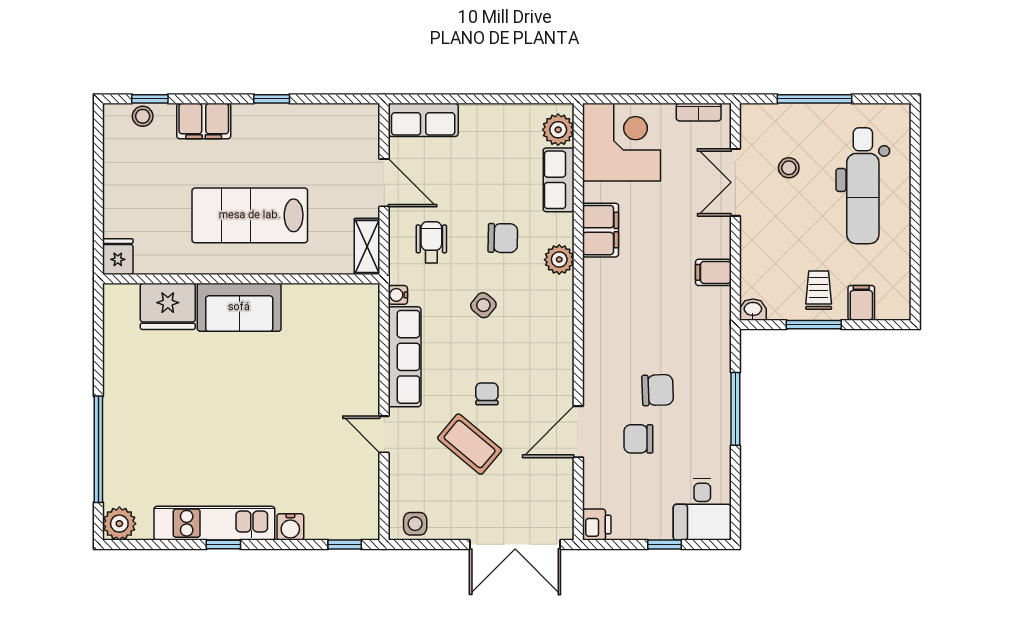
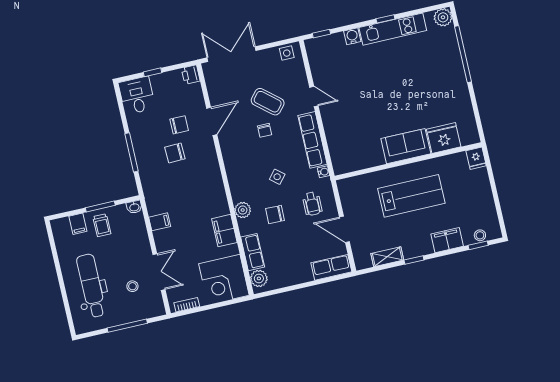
shelving: (367, 246) -> (387, 257), moved, turned 90

